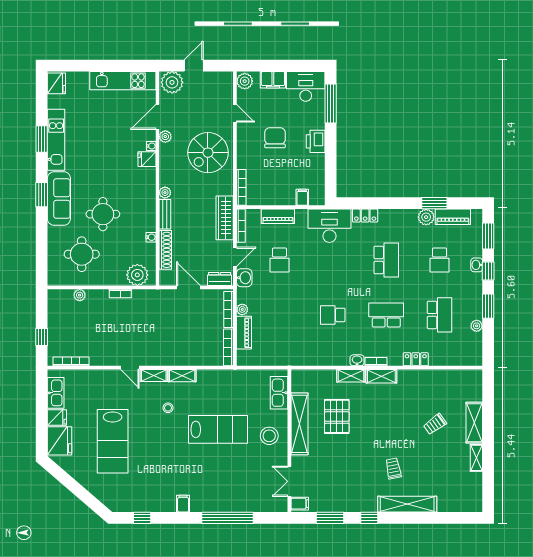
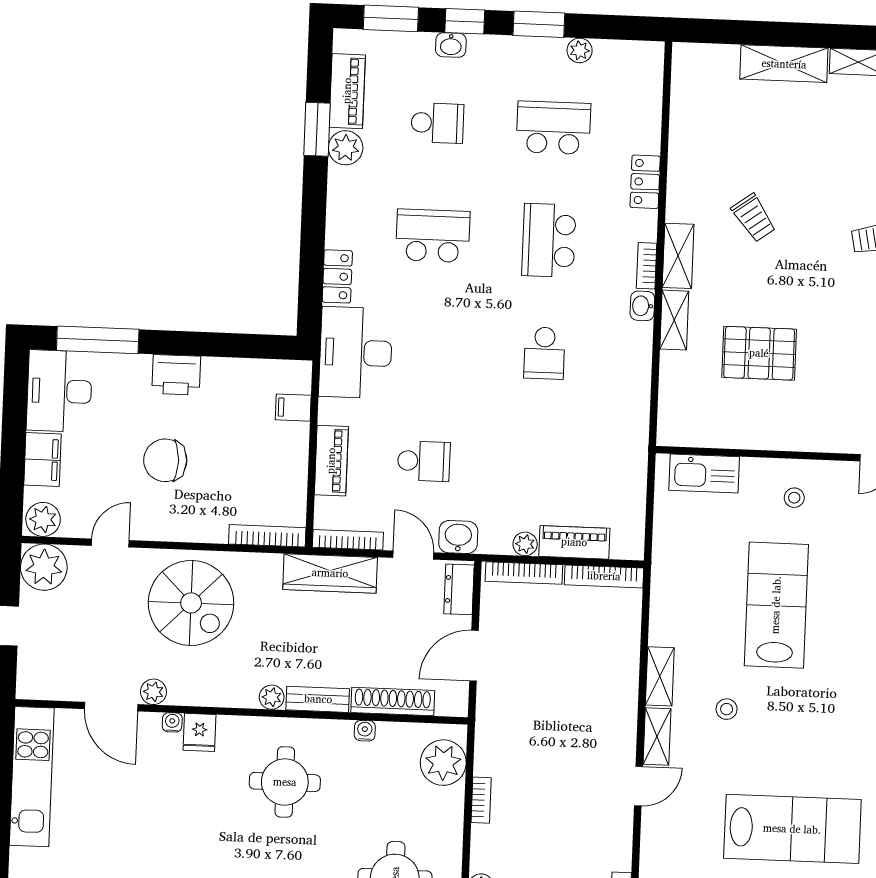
plant: (172, 82) -> (44, 567), moved
round table: (103, 214) -> (285, 782), moved
shelving: (299, 424) -> (772, 433), removed
trolley: (435, 424) -> (754, 218), moved
stool: (269, 436) -> (794, 498), width x0.53, depth x0.53

